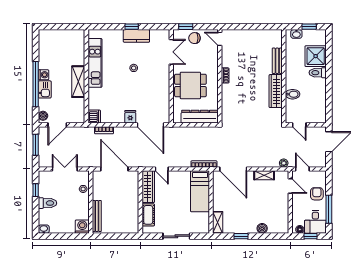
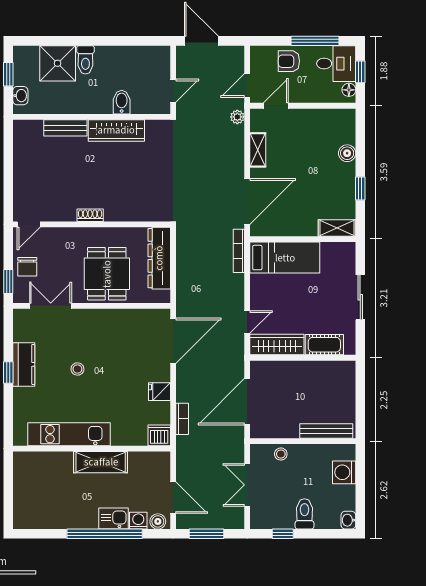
washing machine: (44, 75) -> (138, 521), moved
fridge: (130, 117) -> (160, 392), moved
washing machine: (82, 227) -> (344, 472), moved

